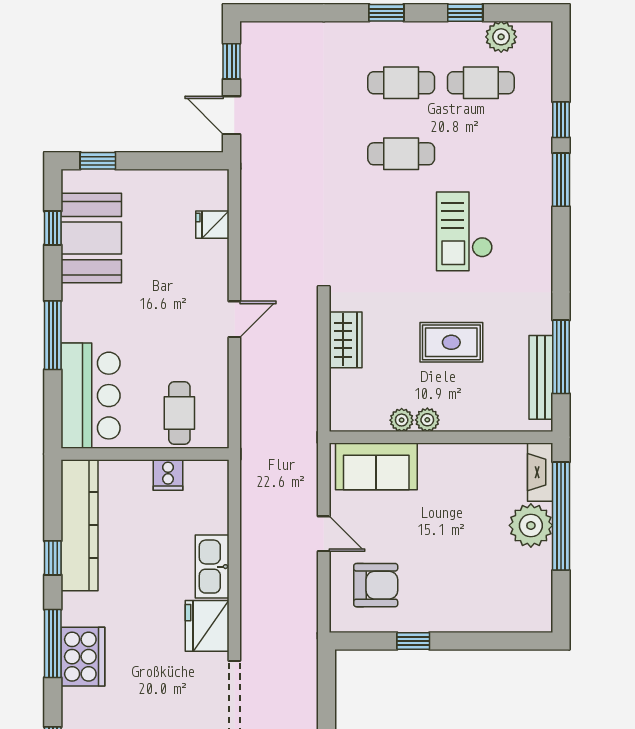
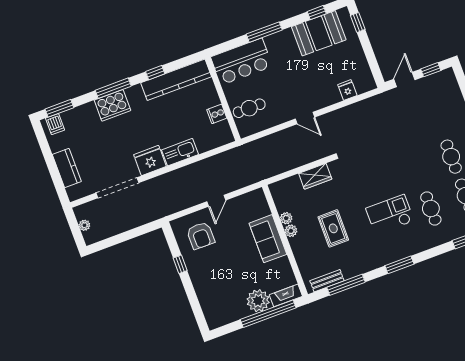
cafe table: (401, 154) -> (431, 209), moved
window: (561, 180) -> (399, 265), moved
bench: (541, 377) -> (327, 281), width x0.73
sofa: (376, 466) -> (268, 239), moved

